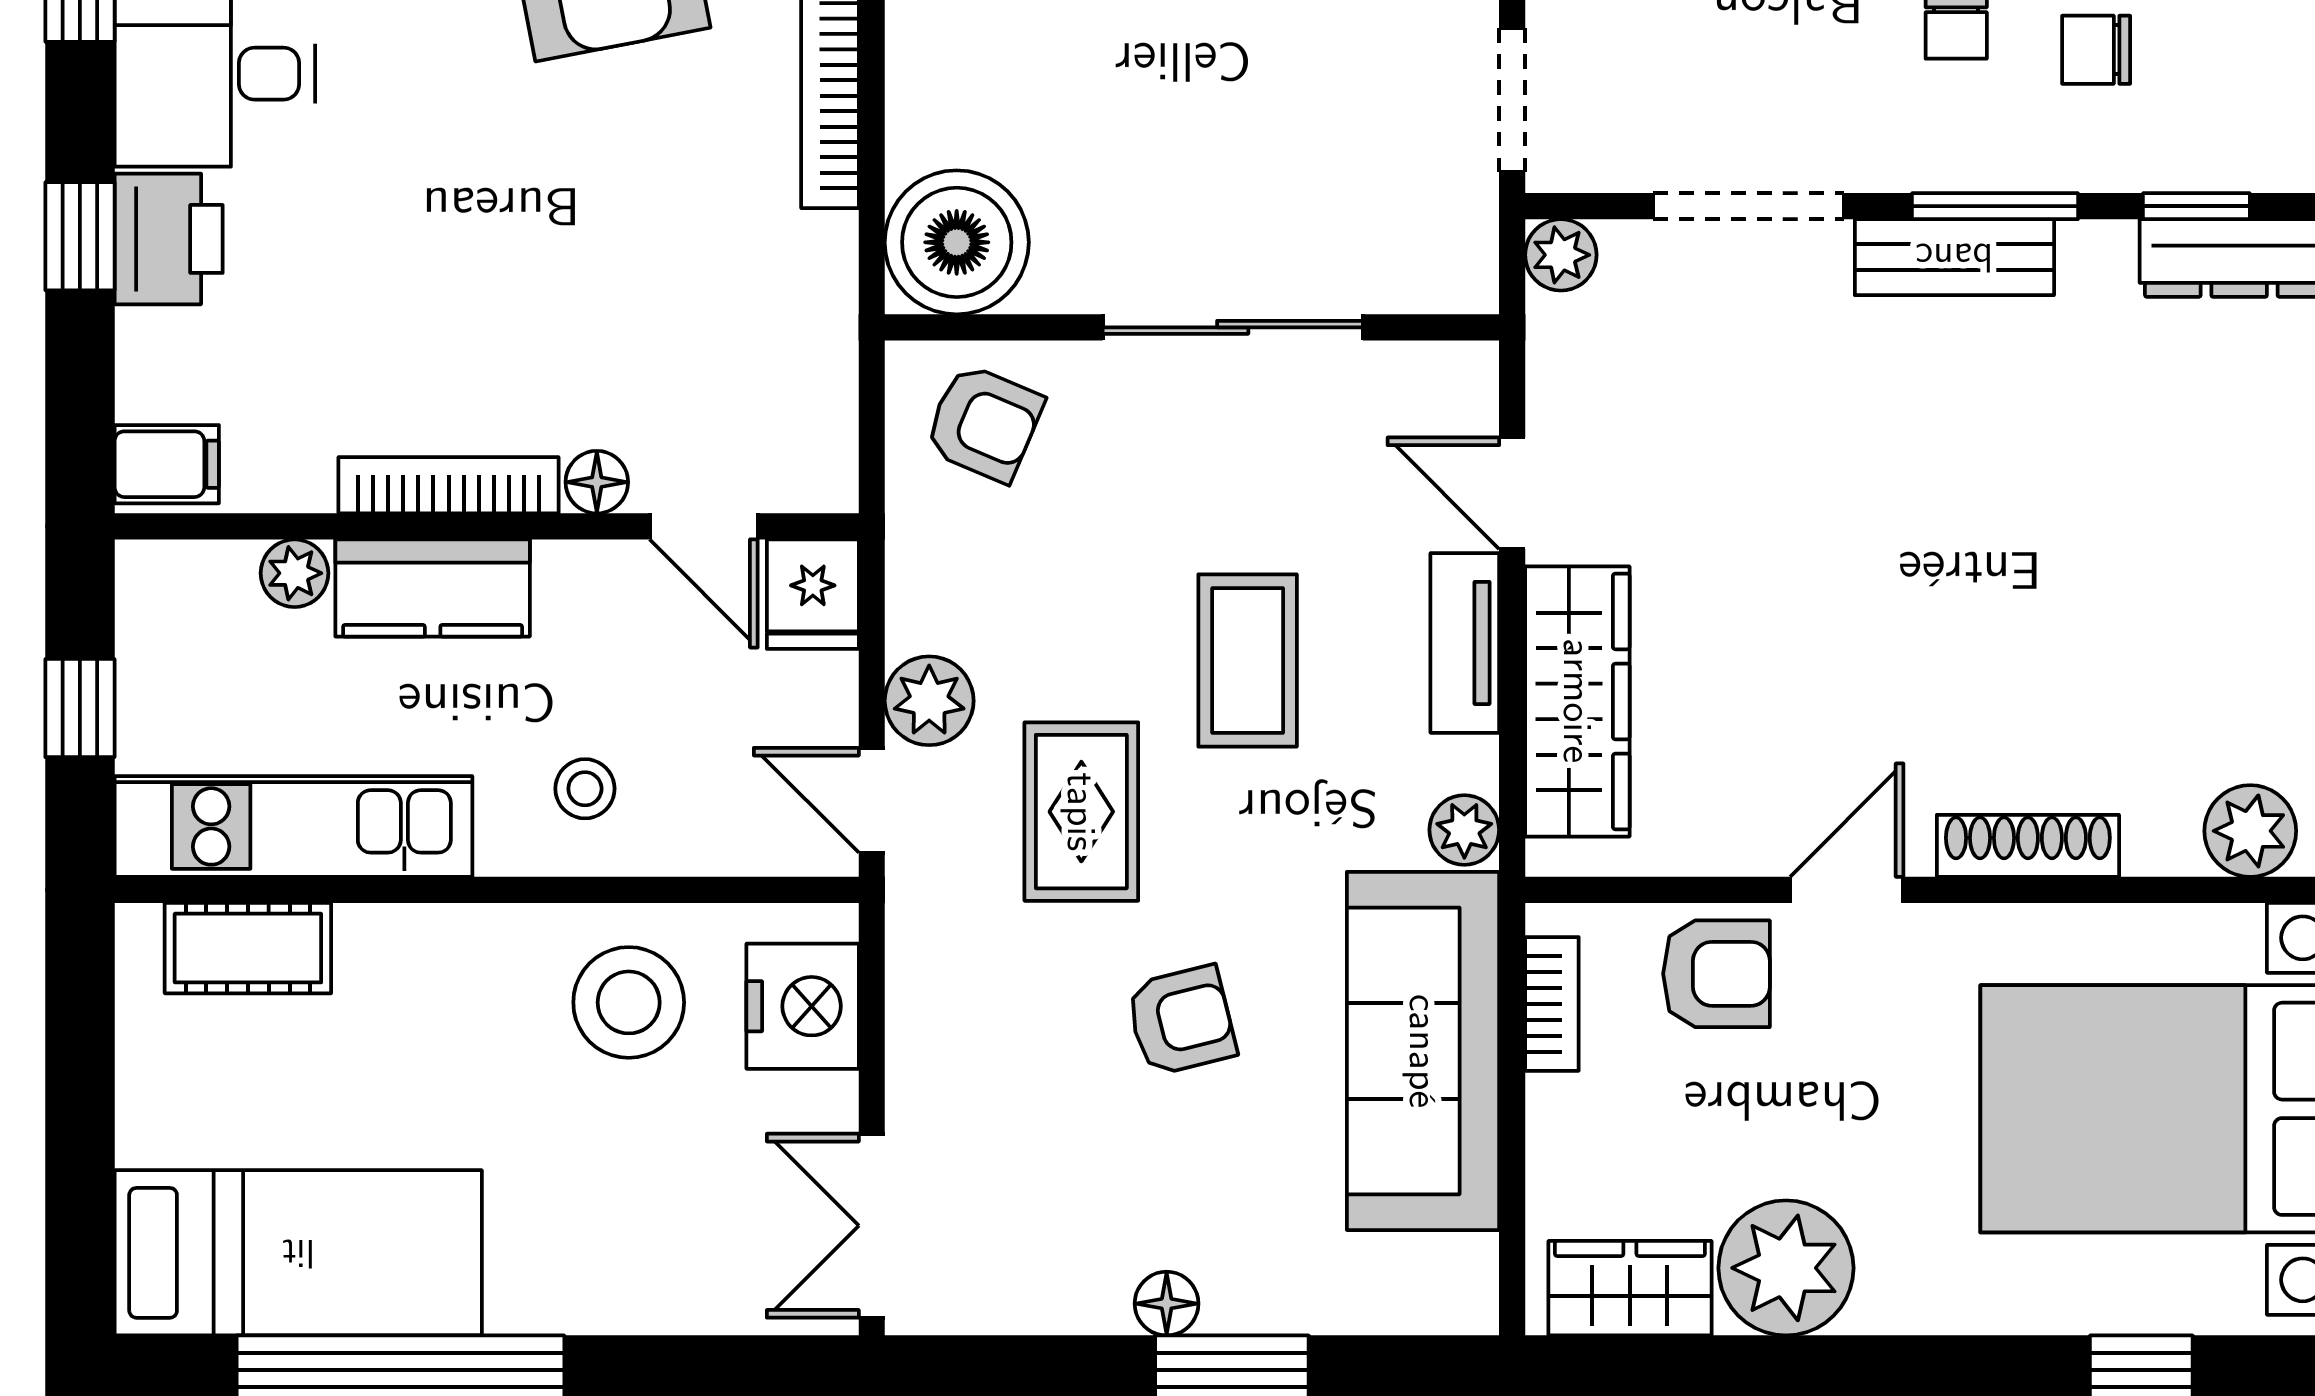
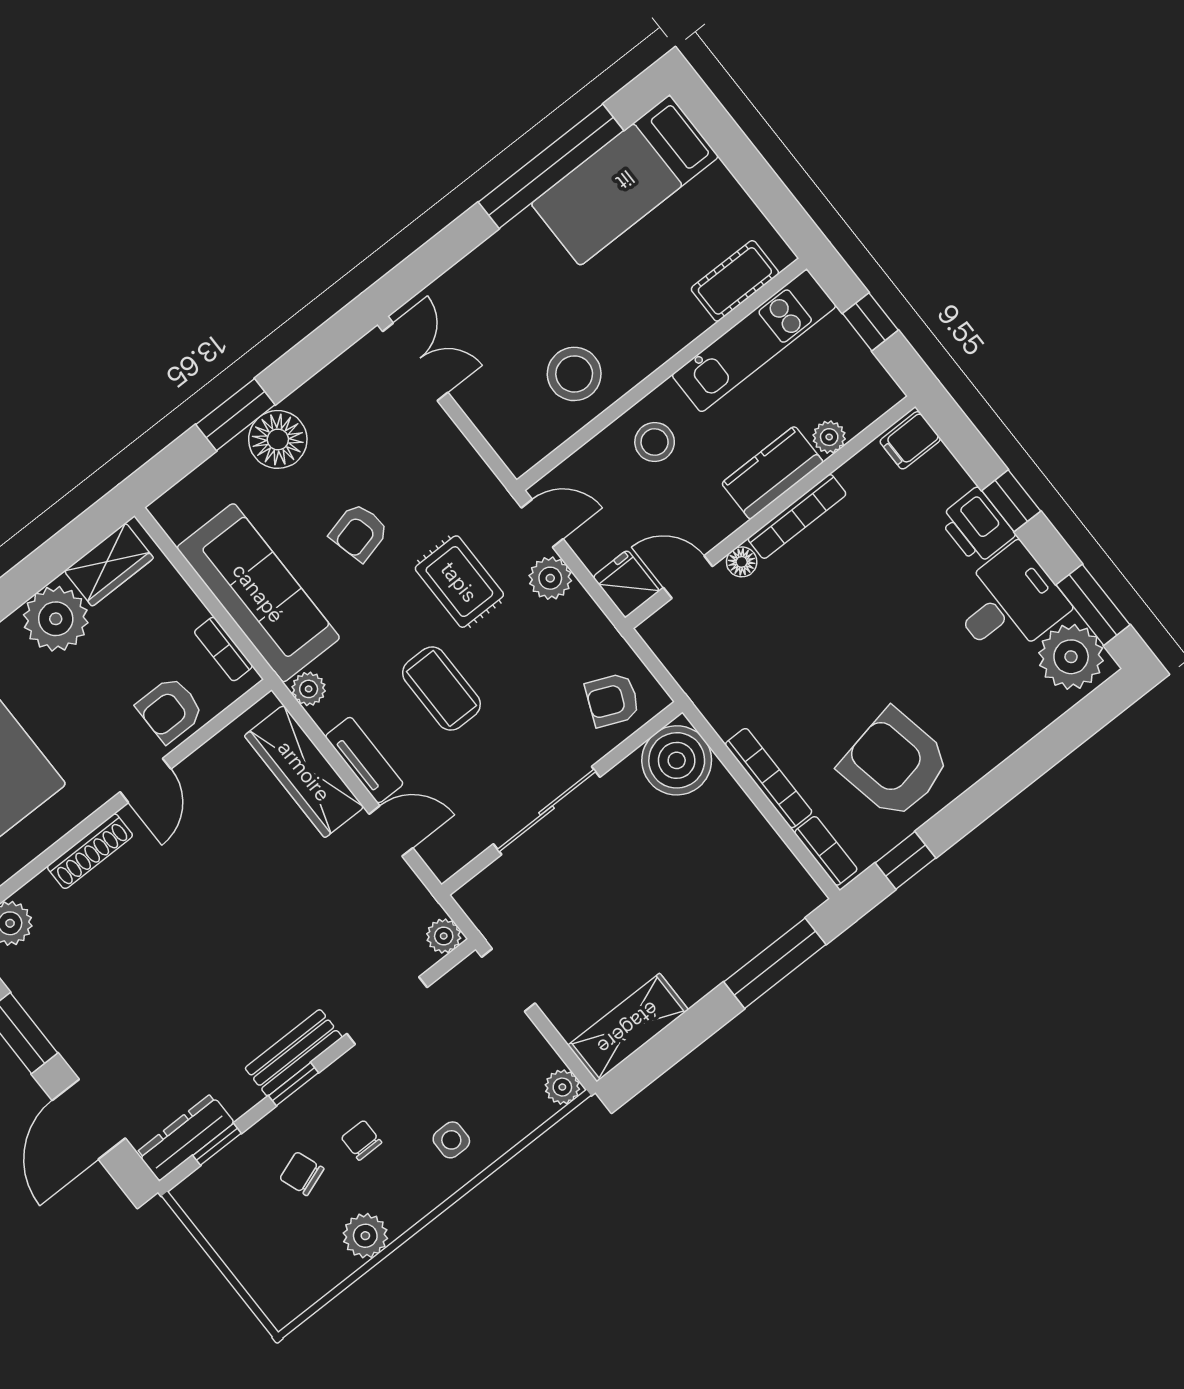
chair: (2096, 50) -> (302, 1174), turned -110
window: (1995, 206) -> (293, 1084), width x0.67
stool: (585, 789) -> (655, 442), width x1.37, depth x1.37
nightstand: (803, 1006) -> (507, 424), removed
floor lamp: (1167, 1304) -> (278, 439), width x1.89, depth x1.89

